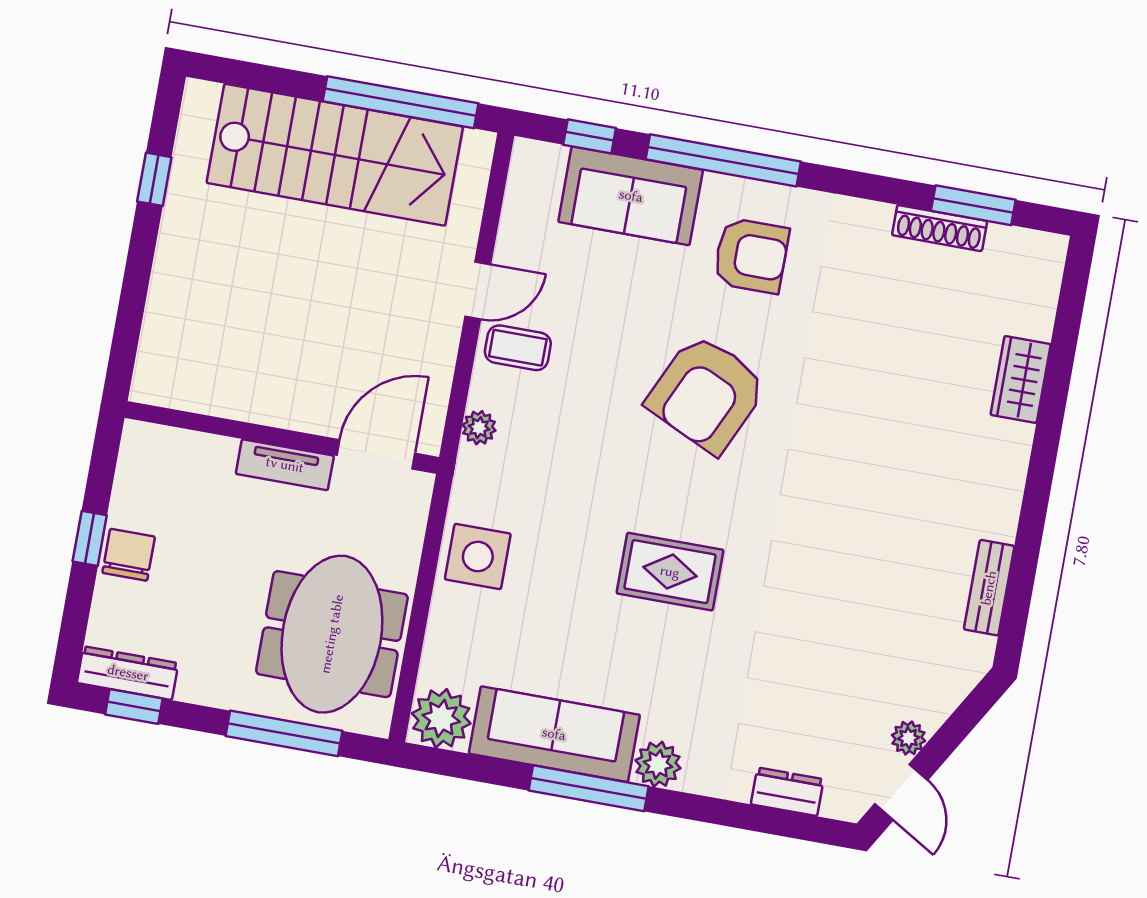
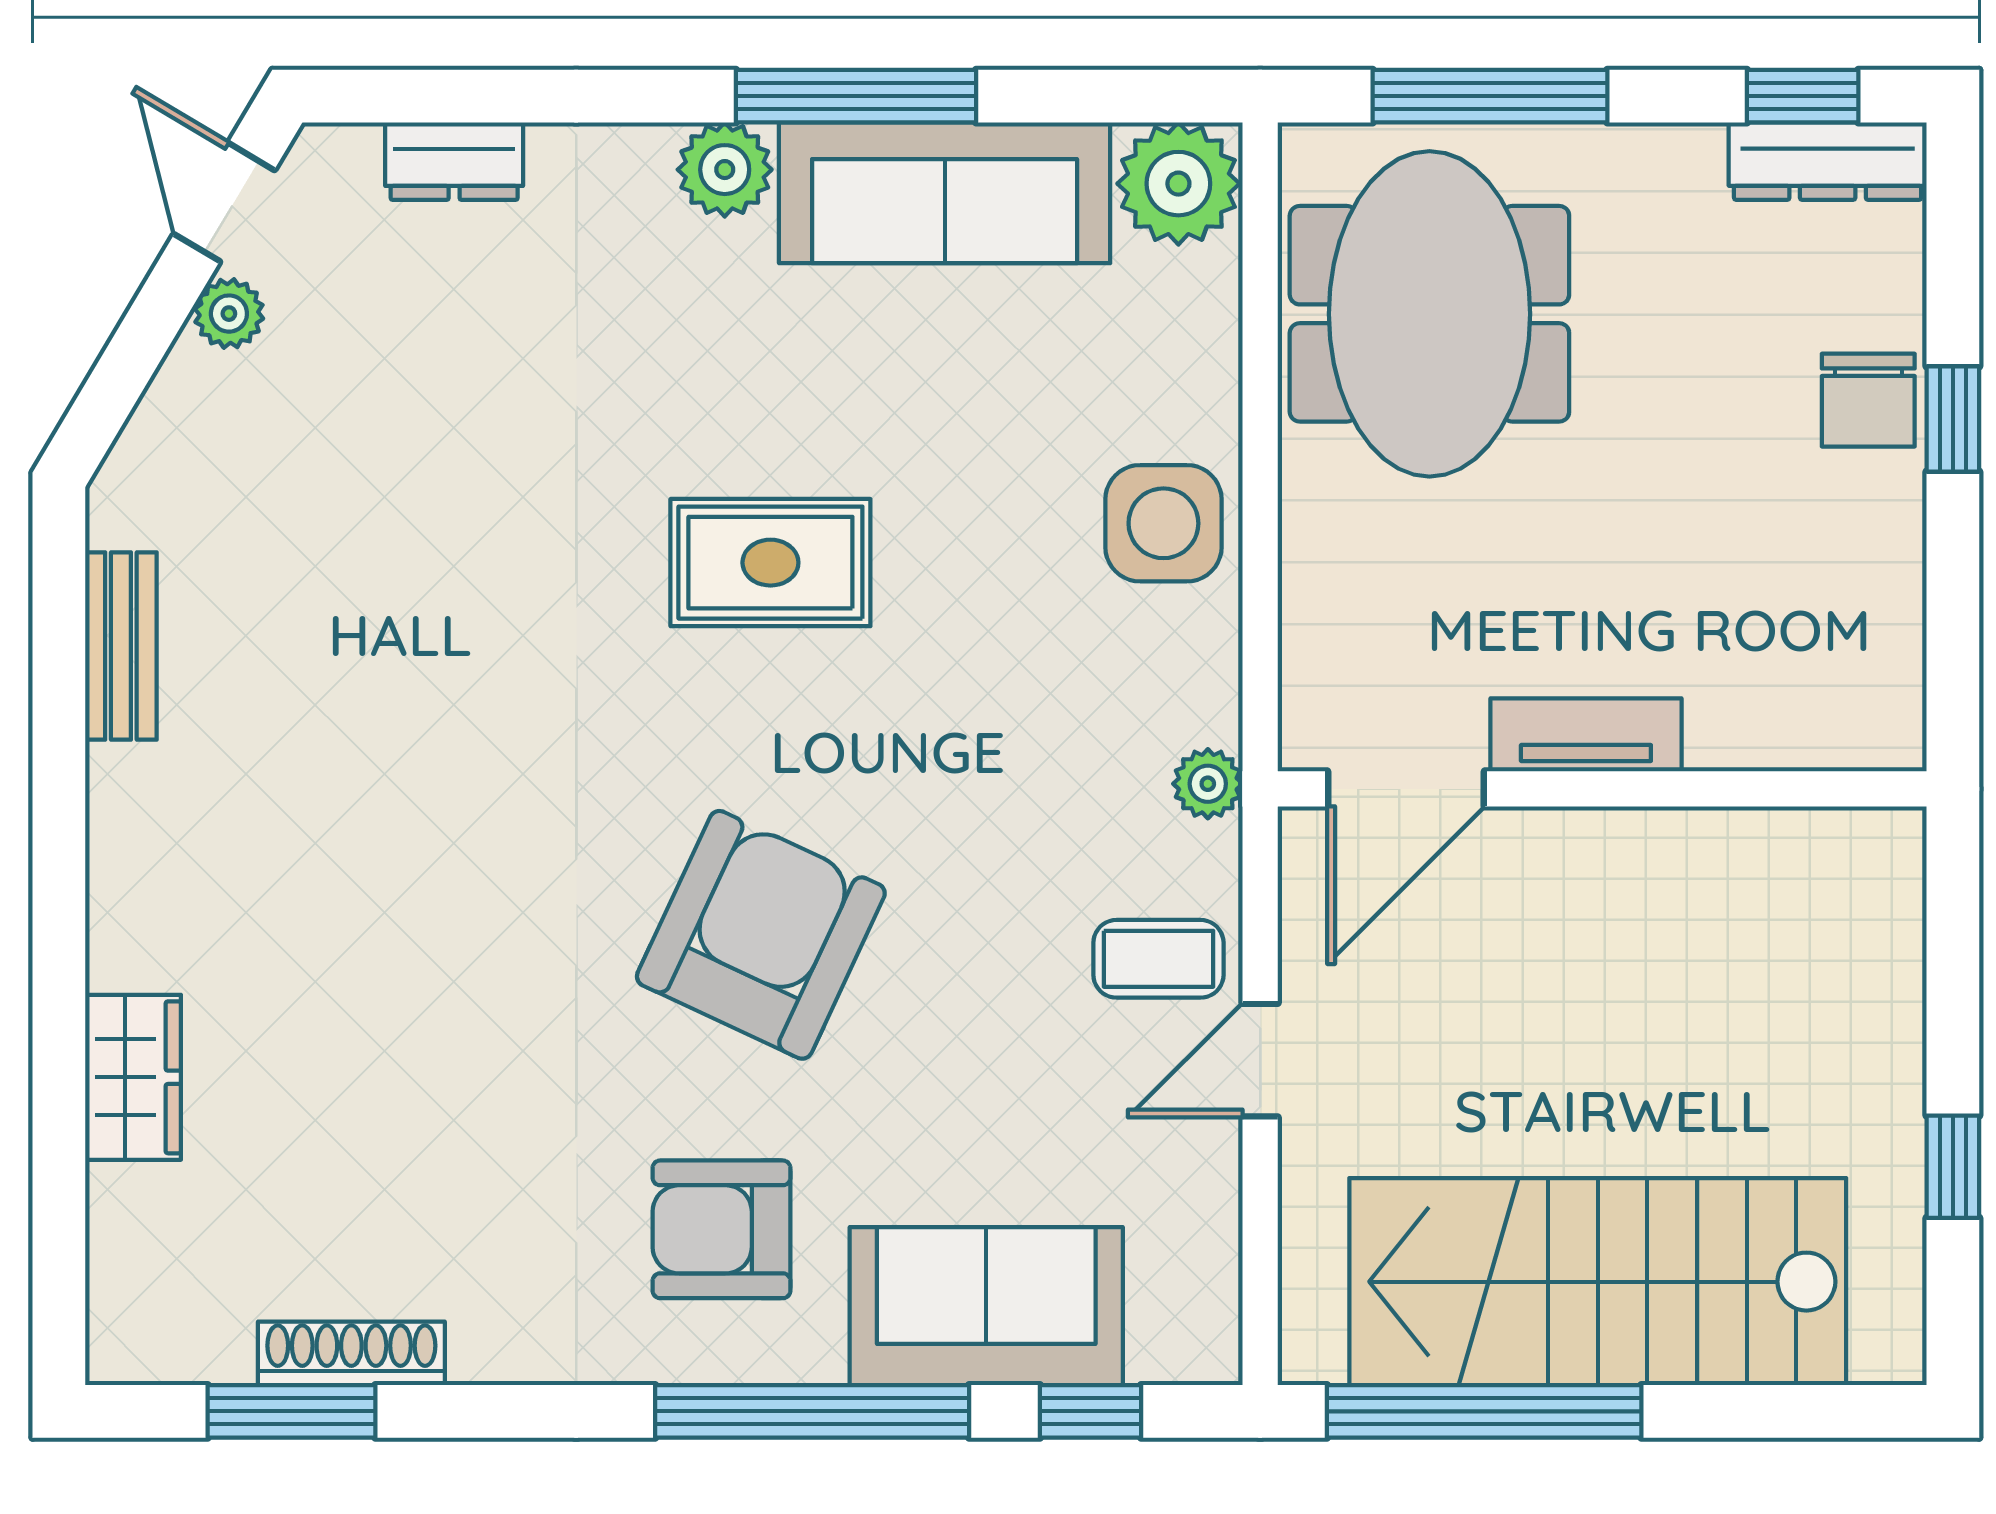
wall: (282, 437) -> (1602, 789), moved
door: (376, 454) -> (1406, 789), moved
tv unit: (285, 465) -> (1586, 735), moved

